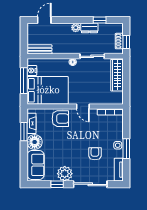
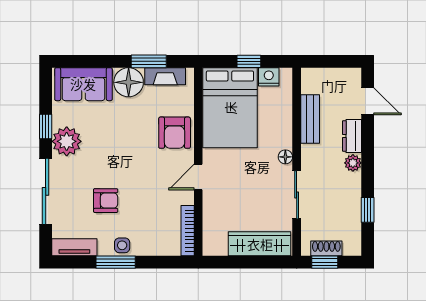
dresser: (89, 28) -> (352, 136), moved
bench: (39, 49) -> (310, 119), moved
window: (24, 81) -> (249, 61), width x0.46

